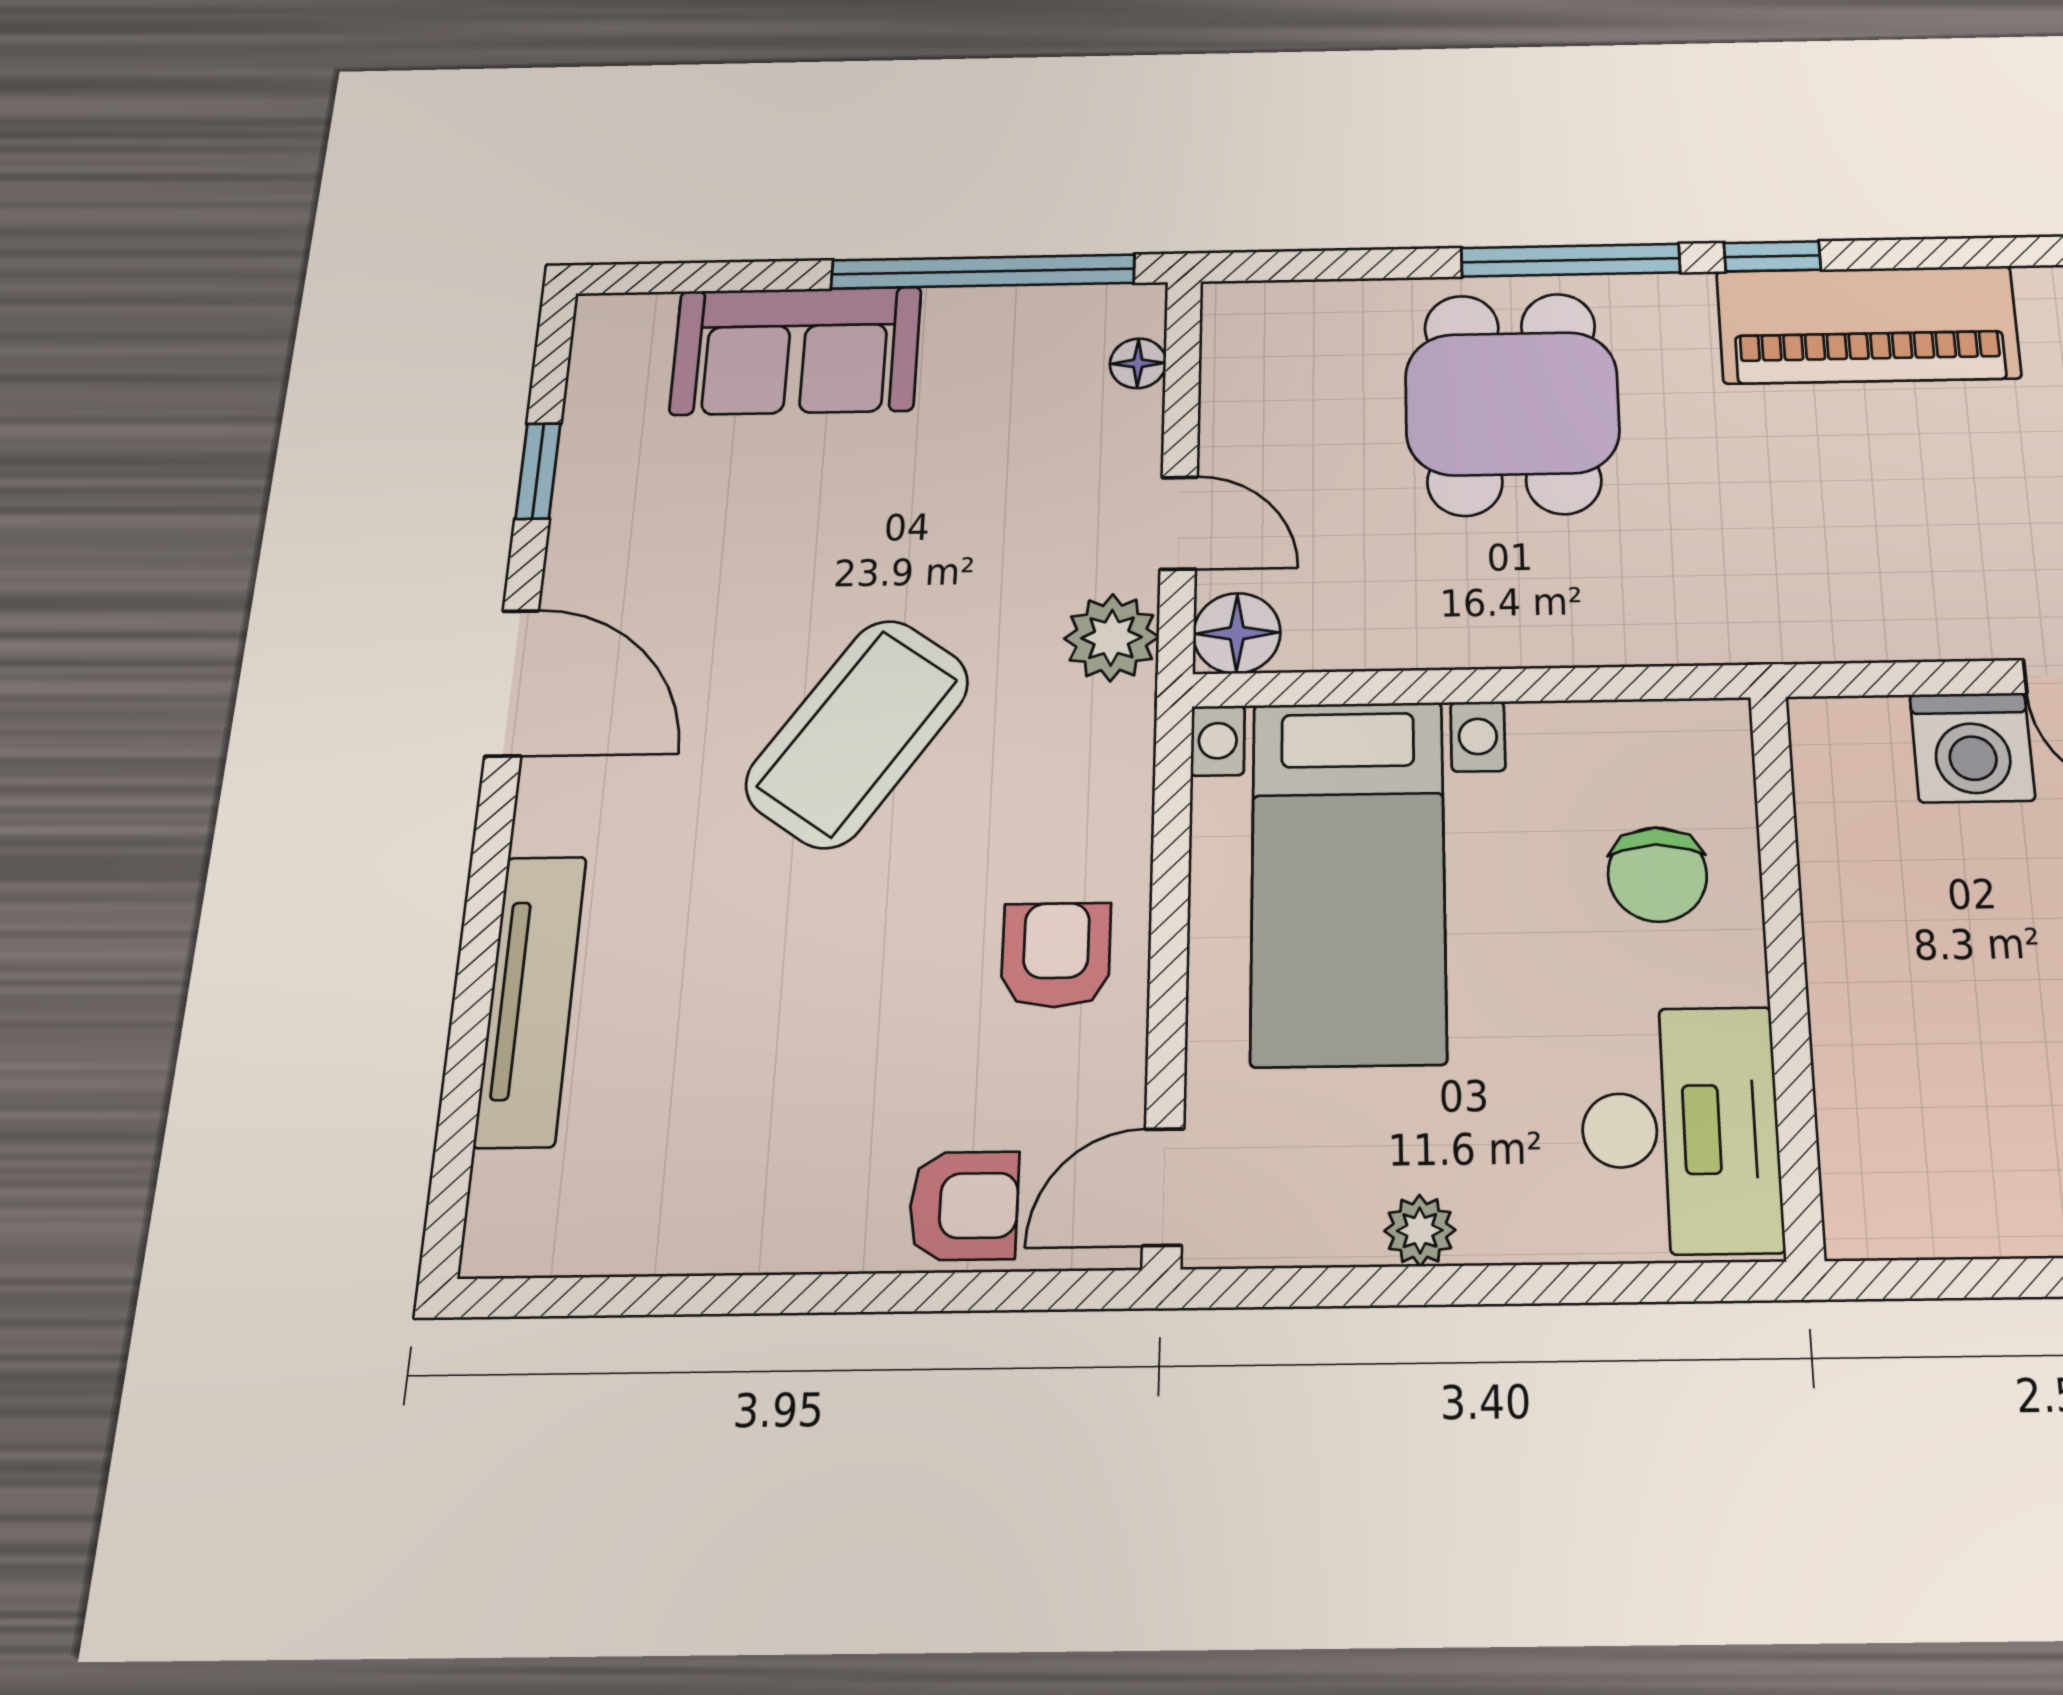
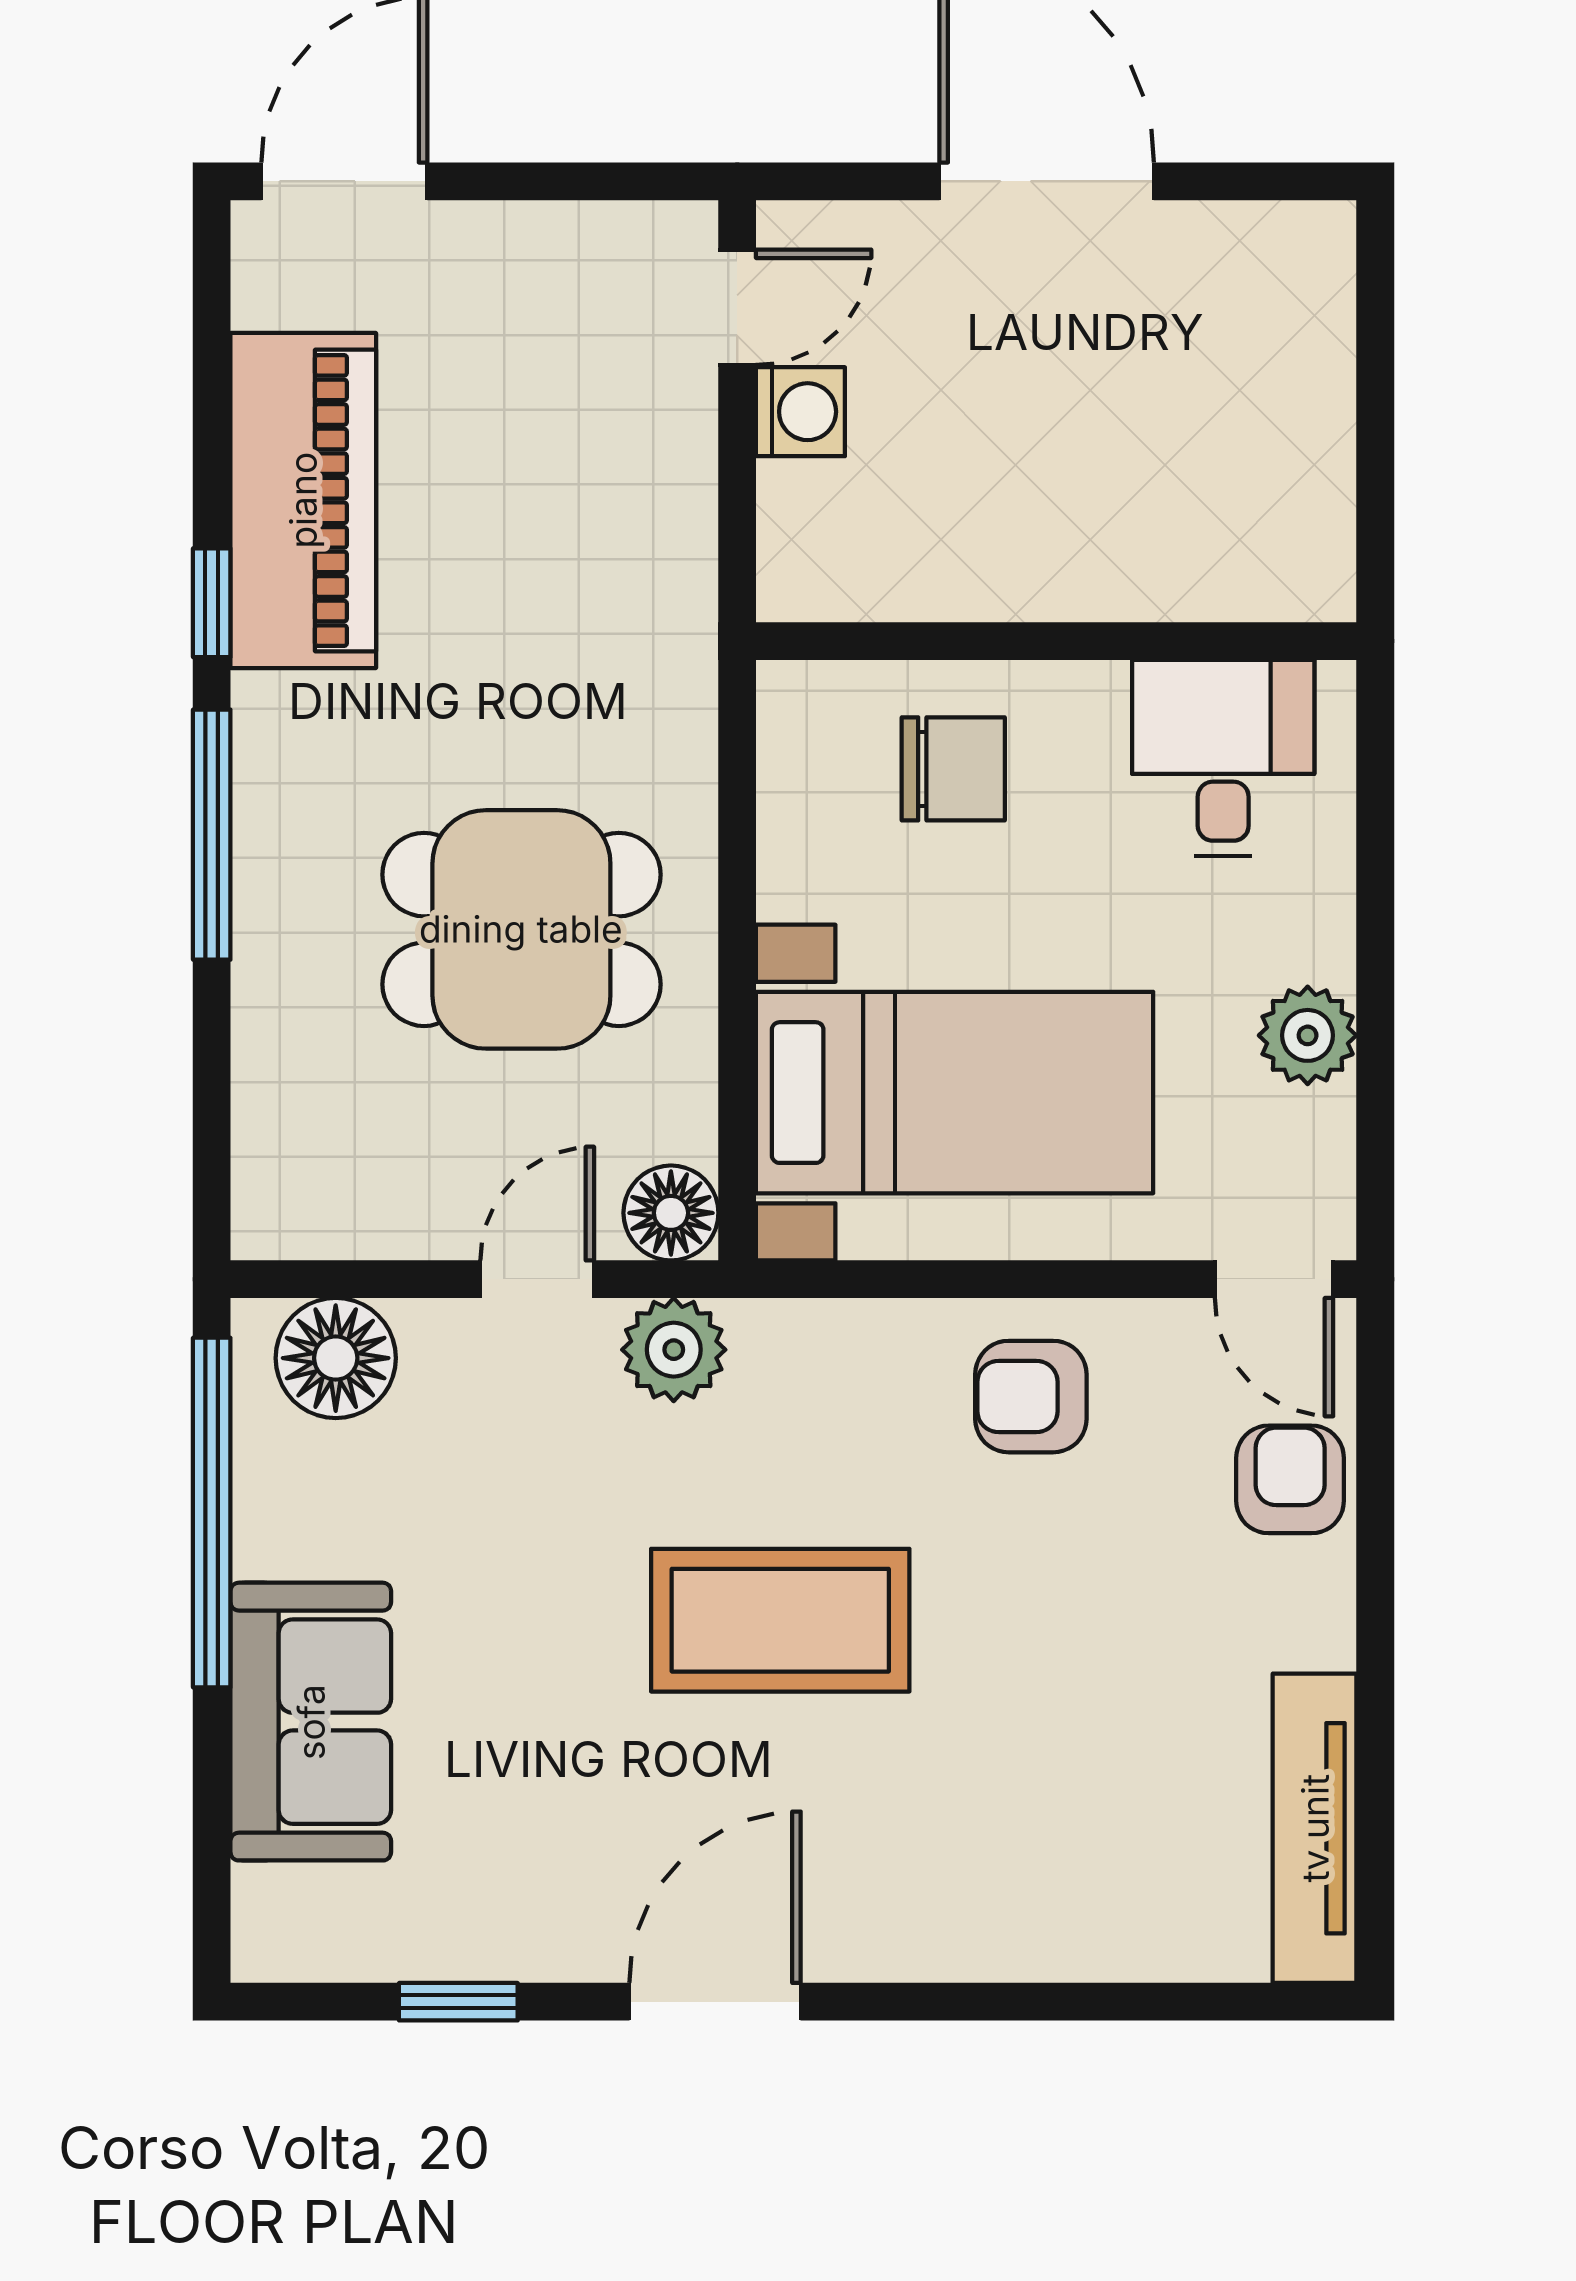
floor lamp: (1138, 363) -> (336, 1358), width x1.89, depth x1.89
dining table: (1512, 403) -> (521, 929), moved
coffee table: (857, 733) -> (780, 1620), turned -35
washing machine: (1972, 747) -> (800, 412), width x0.73, depth x0.73
tv unit: (531, 1000) -> (1315, 1828), moved, turned -90
desk: (1680, 1130) -> (1223, 758), width x0.73
plant: (1420, 1230) -> (1308, 1035), width x1.38, depth x1.38

